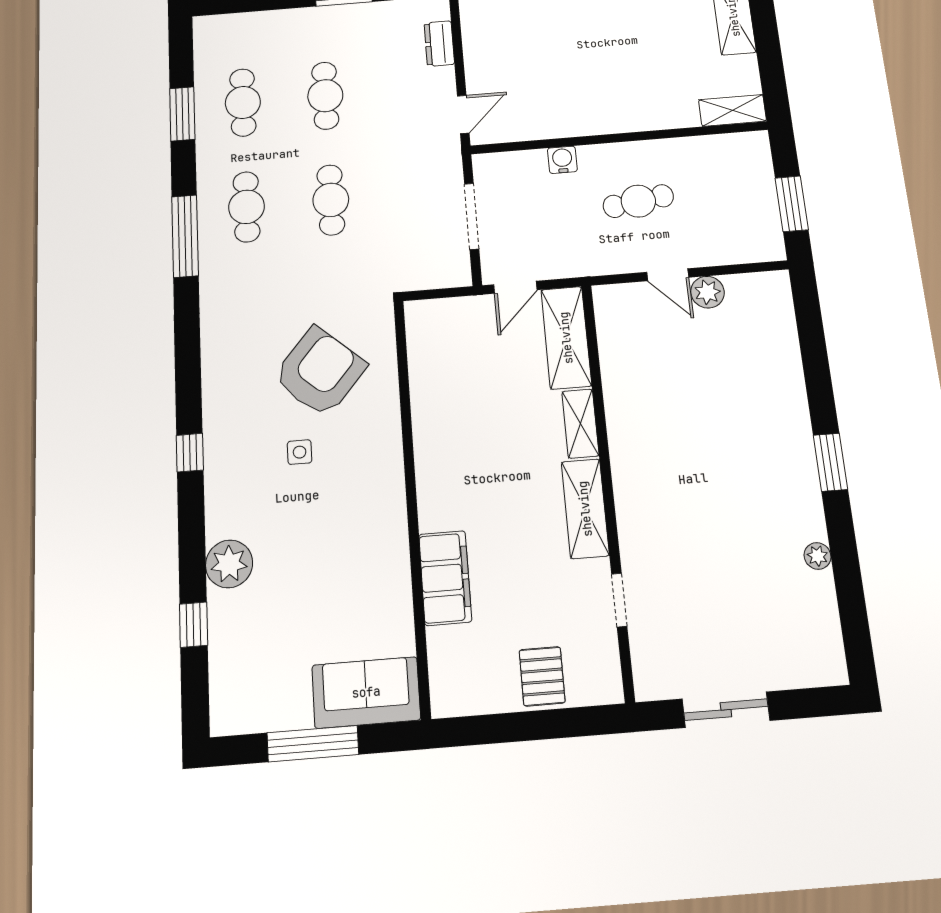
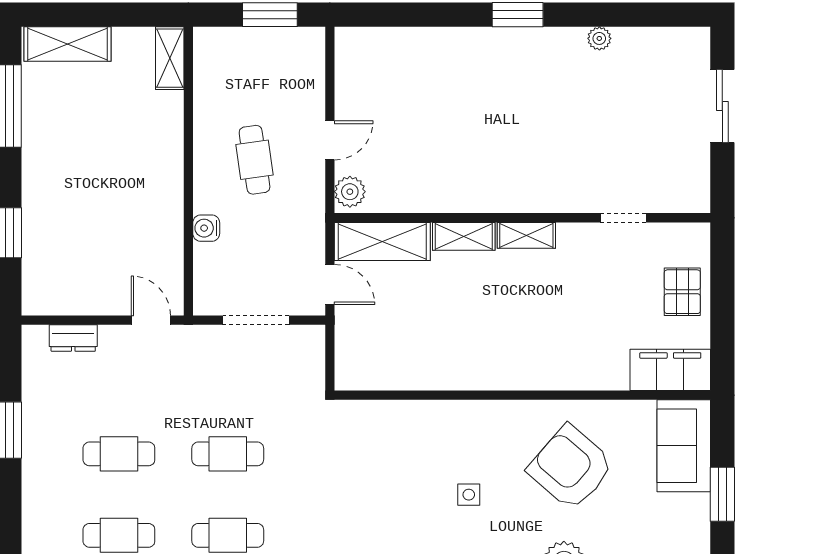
plant: (707, 292) -> (350, 192), moved
armchair: (320, 372) -> (571, 467), moved
shelving: (585, 509) -> (526, 235), width x0.67, depth x0.75
filing cabinet: (445, 578) -> (670, 370), moved
pallet: (542, 676) -> (682, 292), turned 90
sliding door: (726, 710) -> (722, 106), moved
window: (313, 744) -> (722, 494), width x0.69

